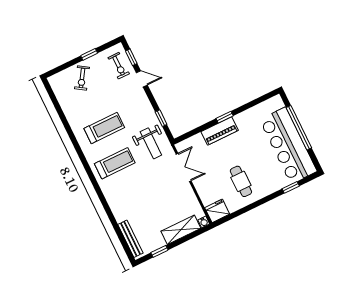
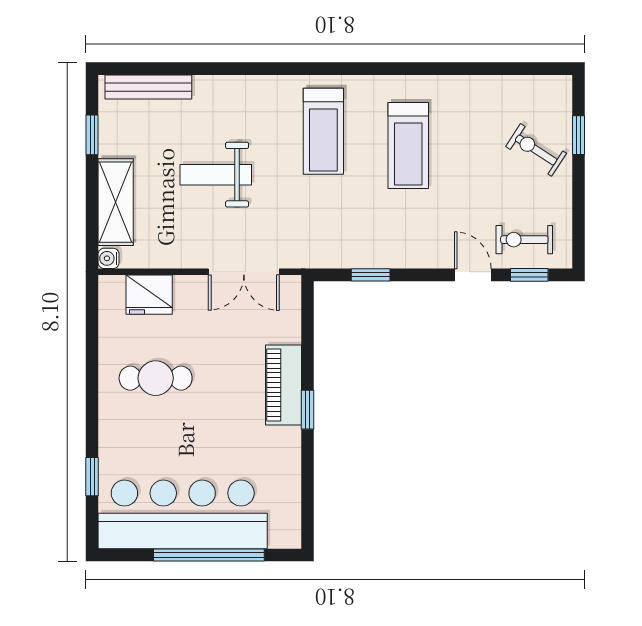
window: (89, 54) -> (578, 135), moved
door: (142, 79) -> (473, 275), swing flipped
weight bench: (151, 143) -> (216, 175), moved
fridge: (217, 211) -> (149, 295), moved, turned 90

